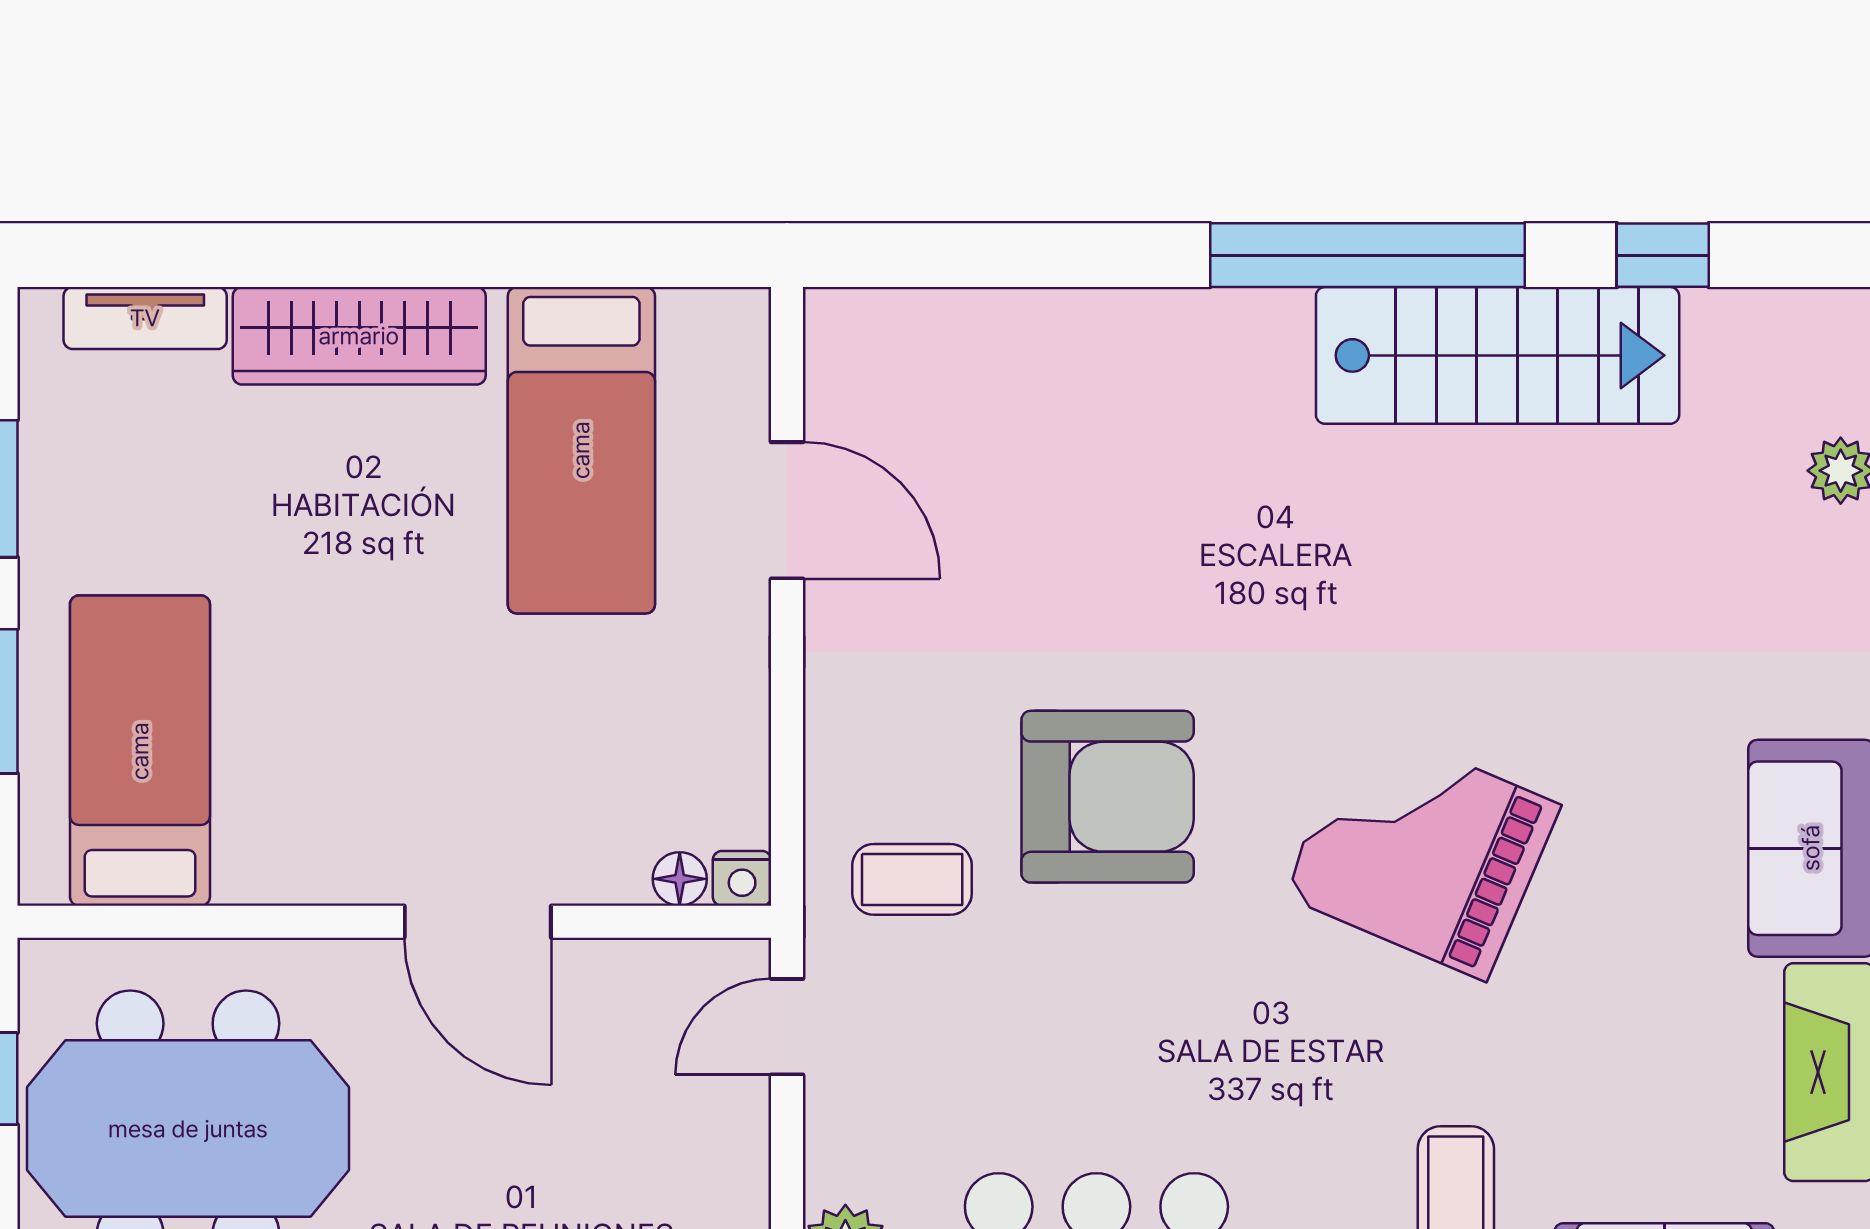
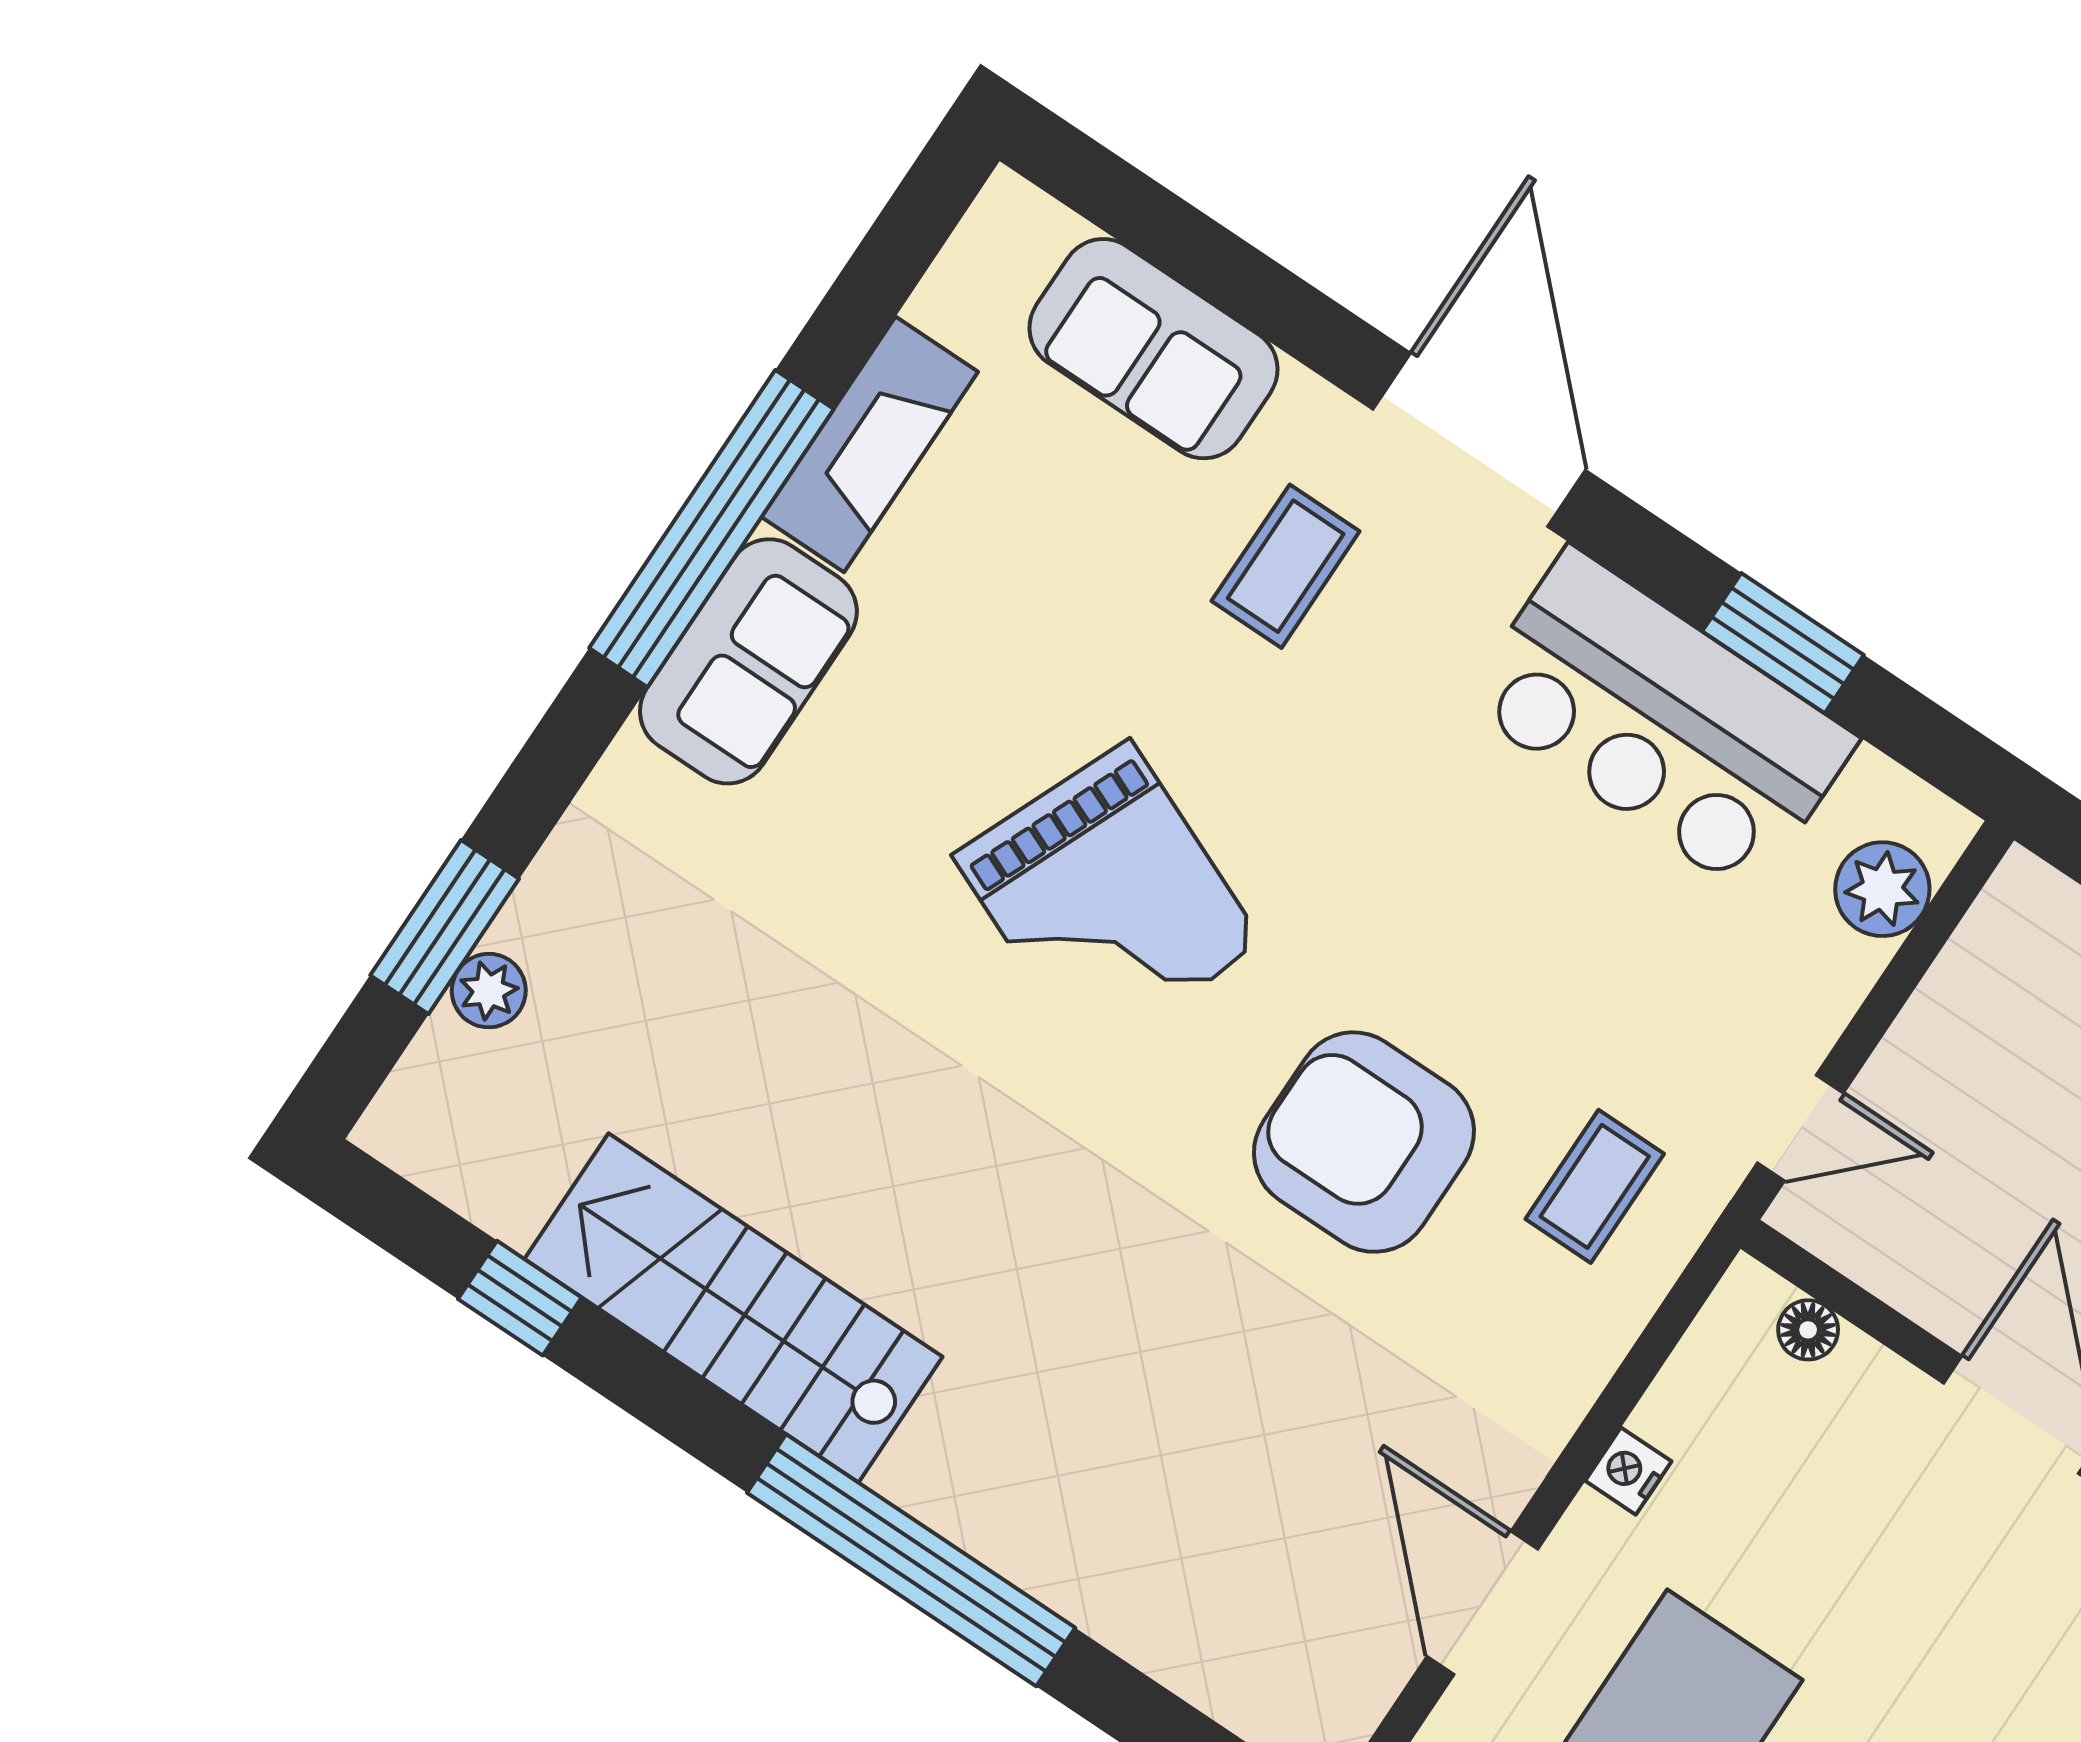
window: (1367, 255) -> (911, 1560), moved
nightstand: (742, 878) -> (1628, 1471), moved, turned -90
coffee table: (912, 879) -> (1595, 1186), turned 90

